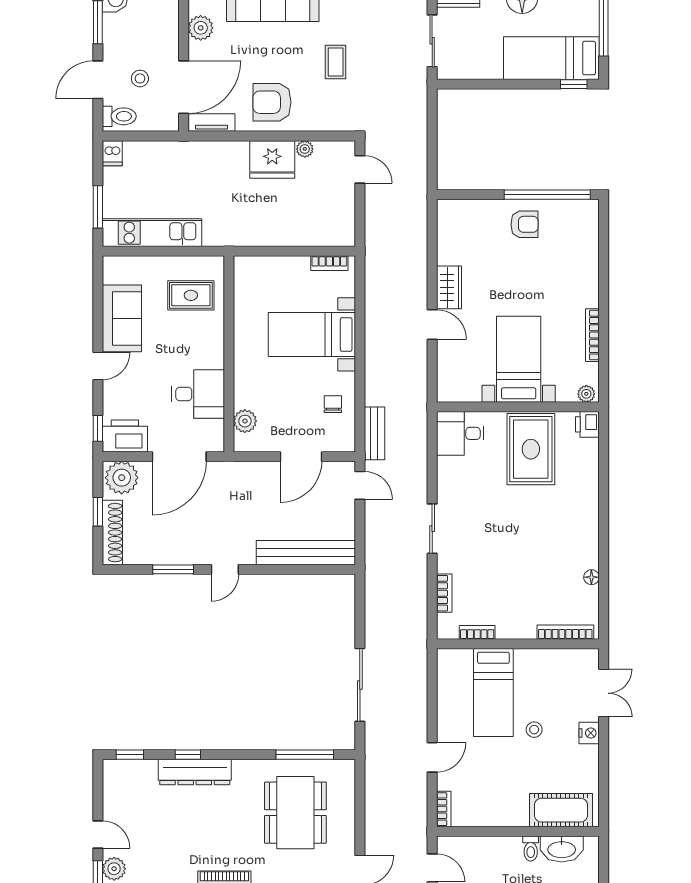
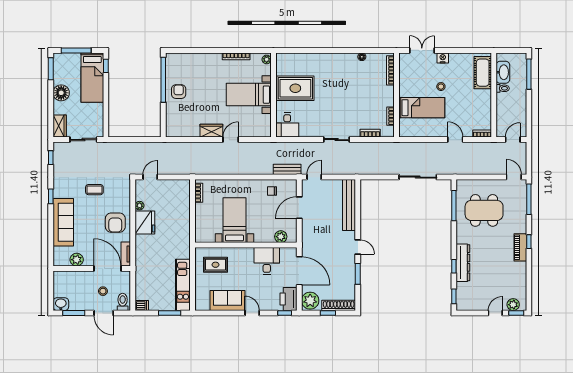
rug: (191, 295) -> (216, 265), turned 90
bed with nightstands: (312, 334) -> (234, 220), moved, turned 180
printer: (587, 424) -> (282, 59), removed
door: (301, 457) -> (299, 208), swing flipped

